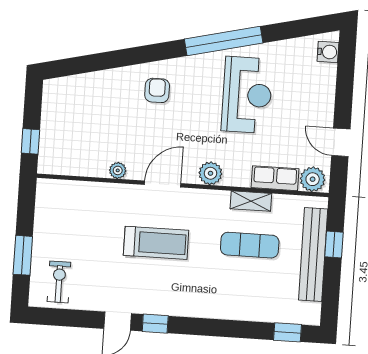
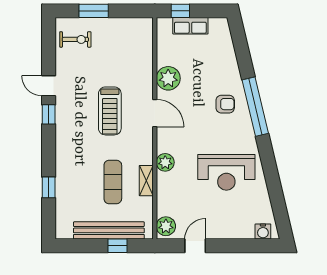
window: (224, 41) -> (255, 107), moved
plant: (118, 170) -> (168, 78), width x1.88, depth x1.88
plant: (210, 173) -> (165, 162), moved
row of seats: (275, 178) -> (190, 26), moved, turned 90
window: (287, 332) -> (49, 187), moved

